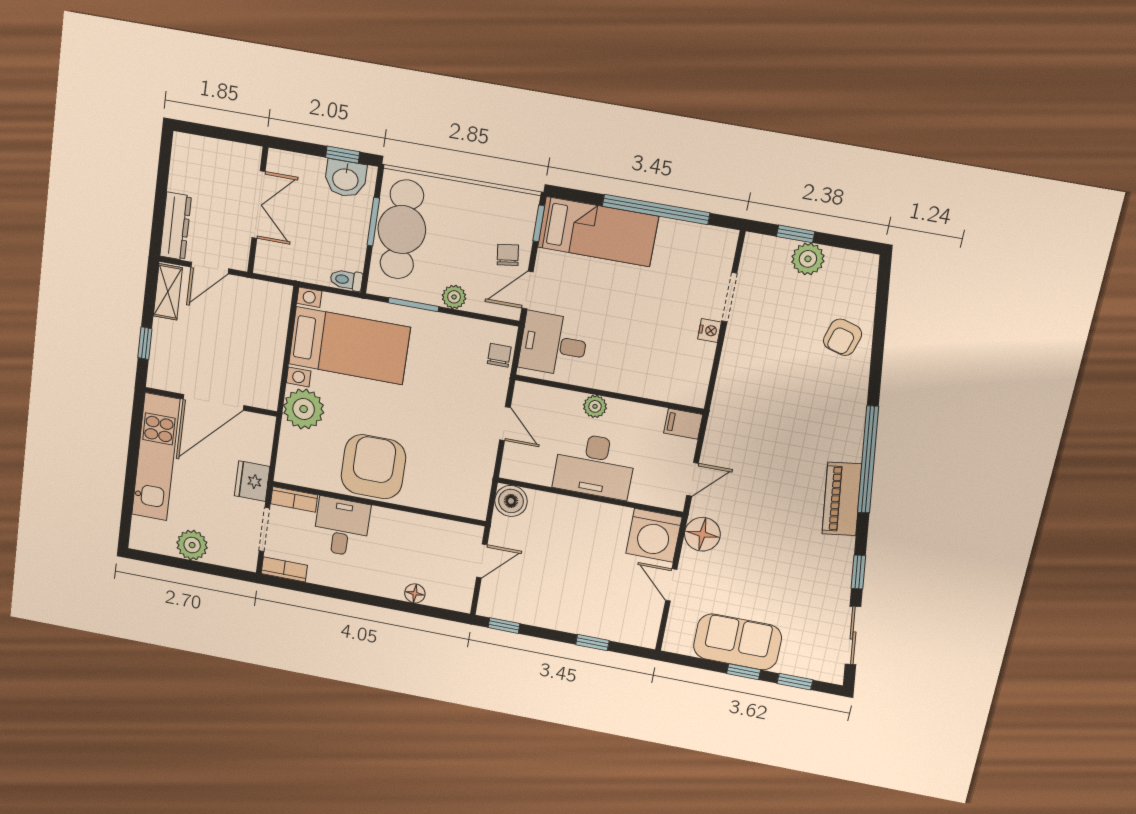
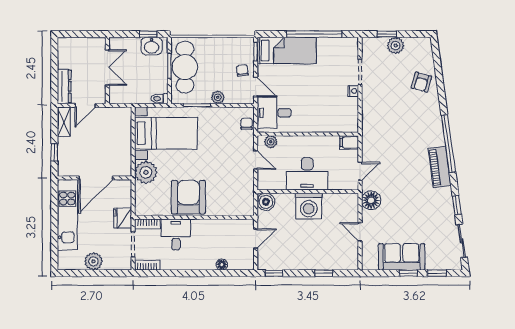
door: (528, 290) -> (256, 87), swing flipped
plant: (595, 406) -> (271, 142), moved
washing machine: (654, 535) -> (309, 206), moved

